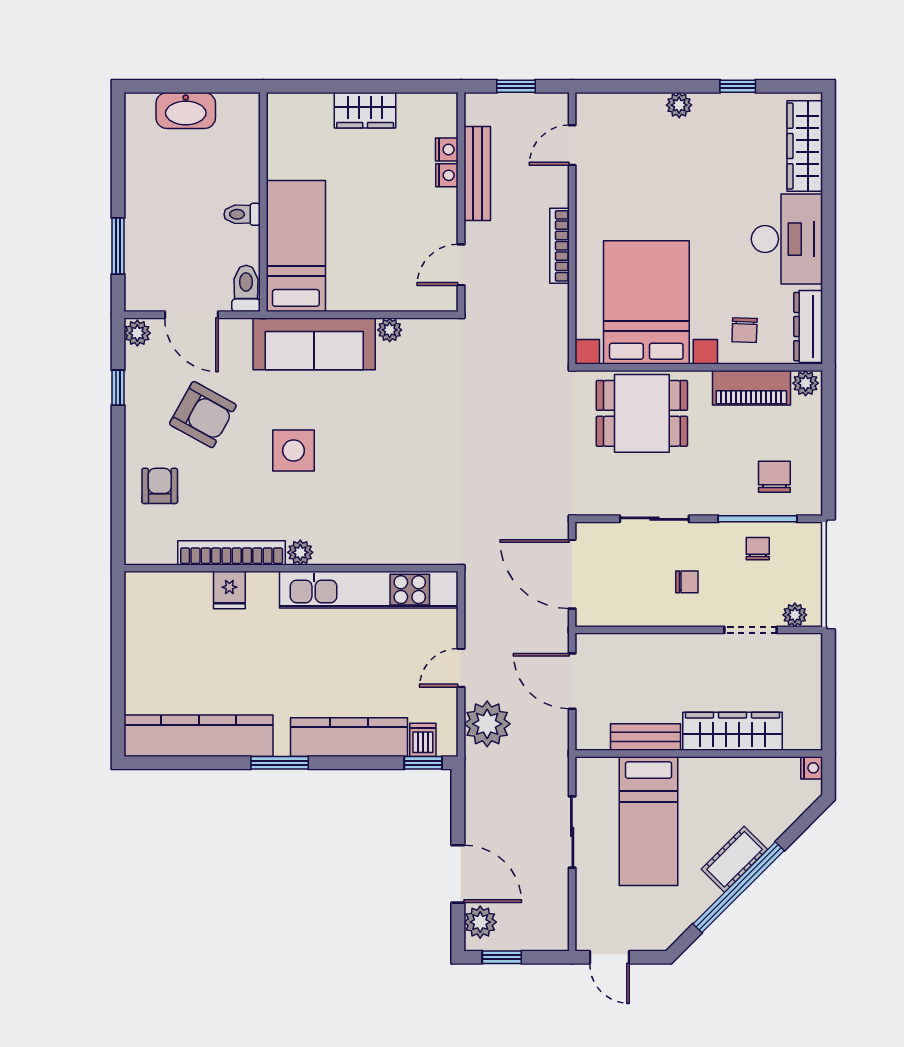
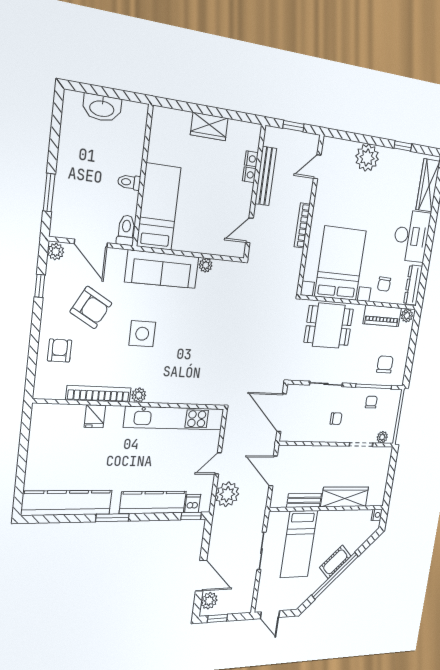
plant: (679, 105) -> (367, 158), width x1.87, depth x1.87

